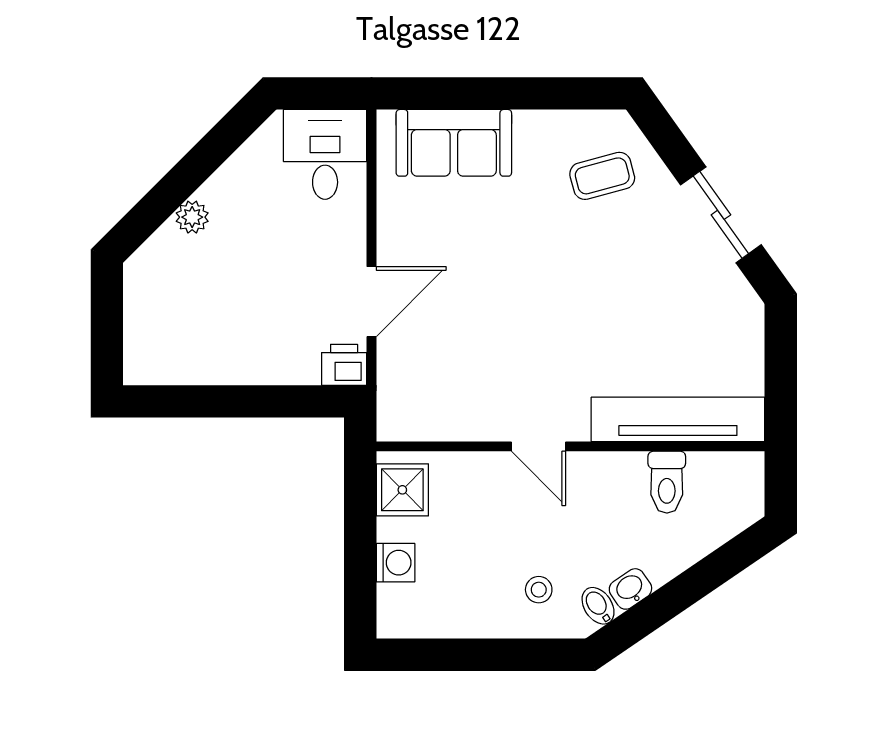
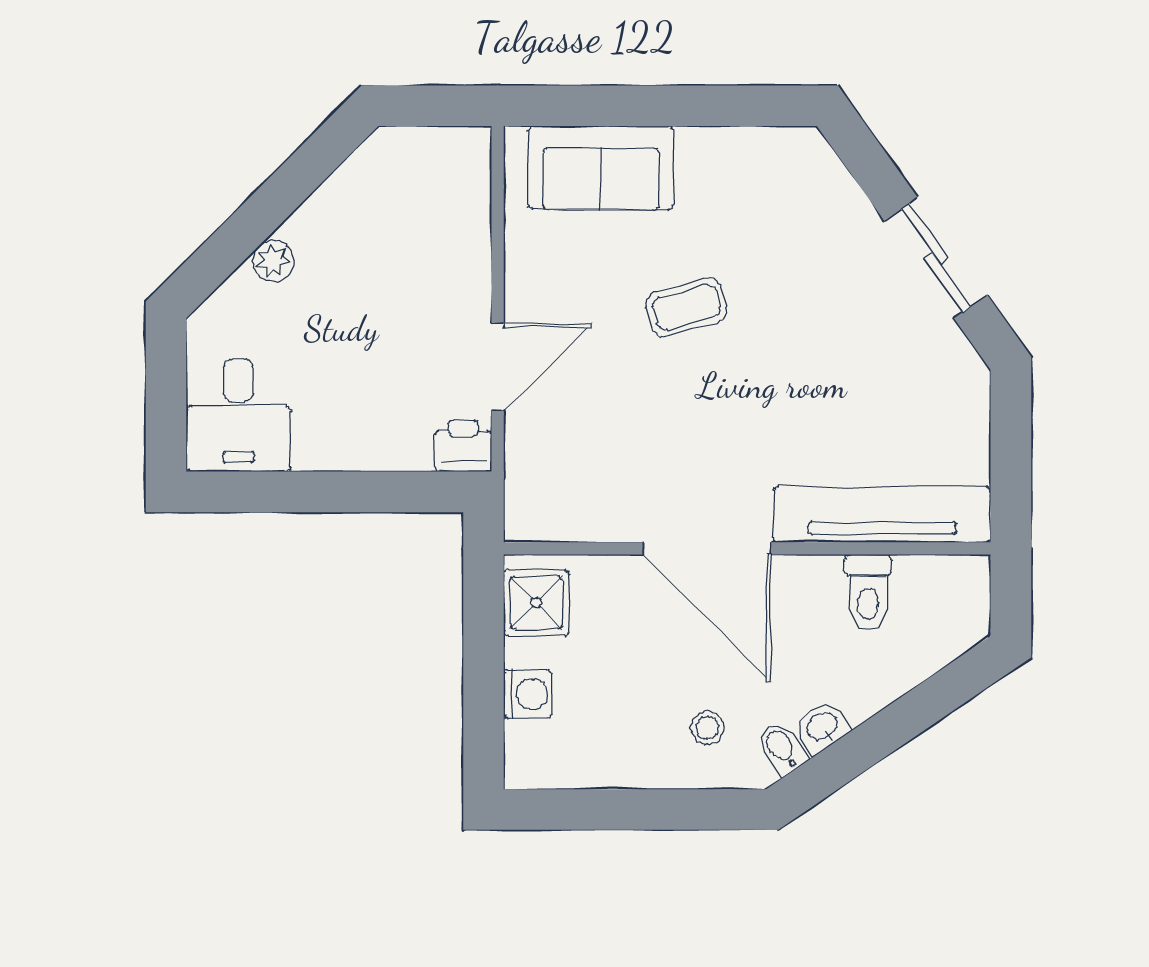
desk: (325, 154) -> (238, 415), moved, turned 180
coffee table: (602, 176) -> (686, 307), moved
door: (538, 446) -> (707, 548), width x1.88

